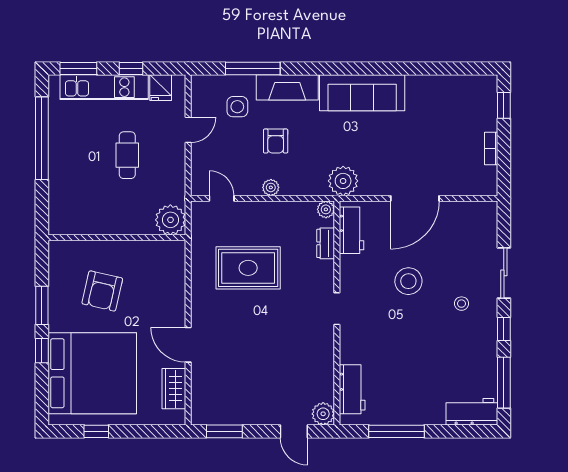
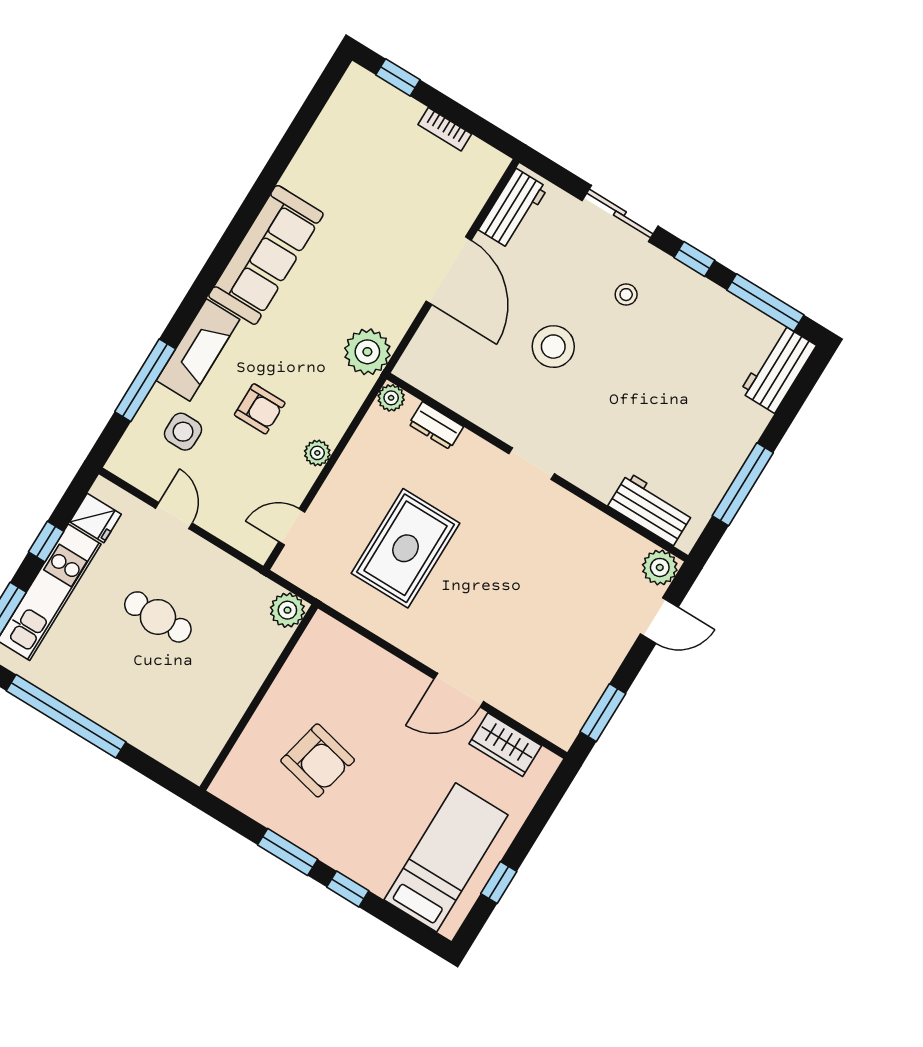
plant: (170, 220) -> (287, 610), width x0.73, depth x0.73
workbench: (351, 230) -> (513, 209), moved, turned 90
bed: (92, 373) -> (446, 857), width x0.49

